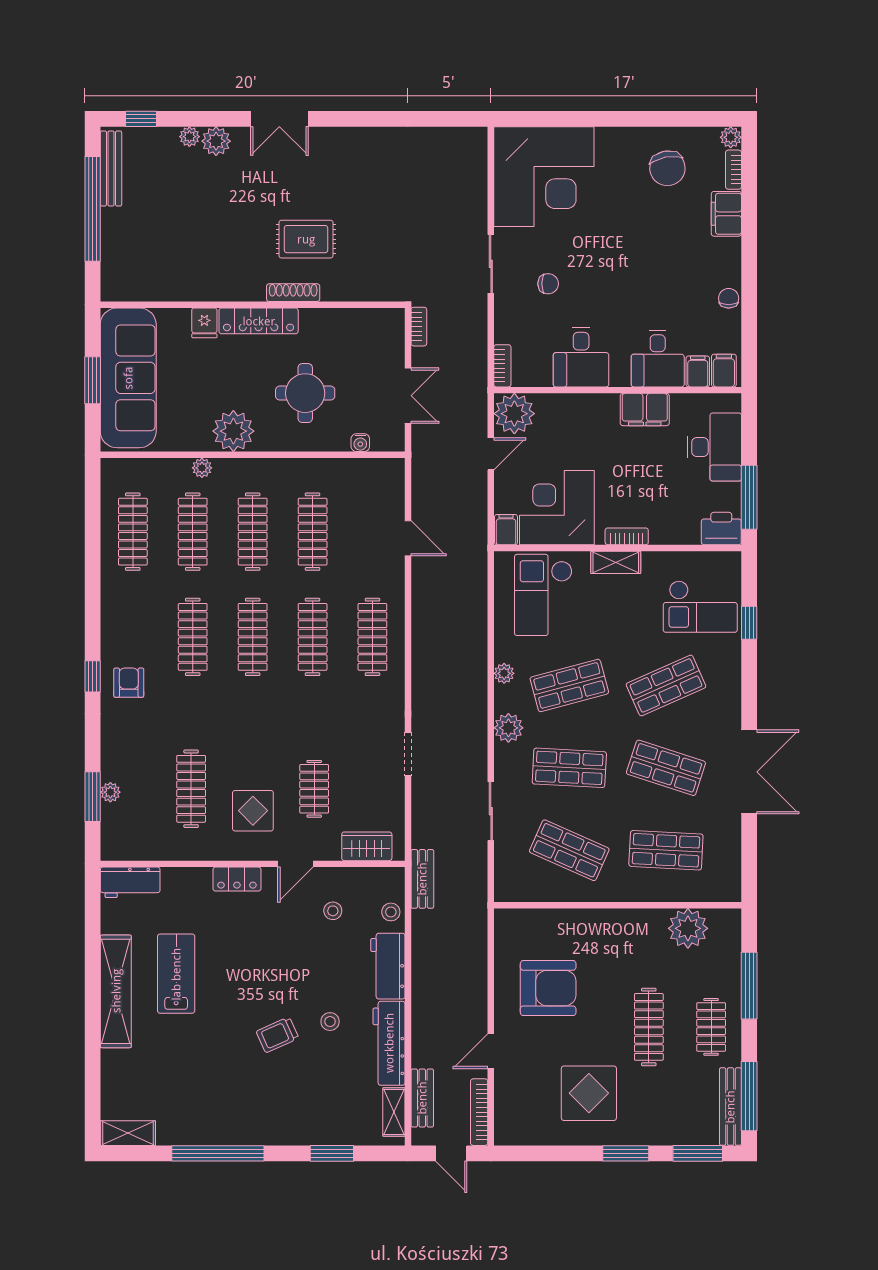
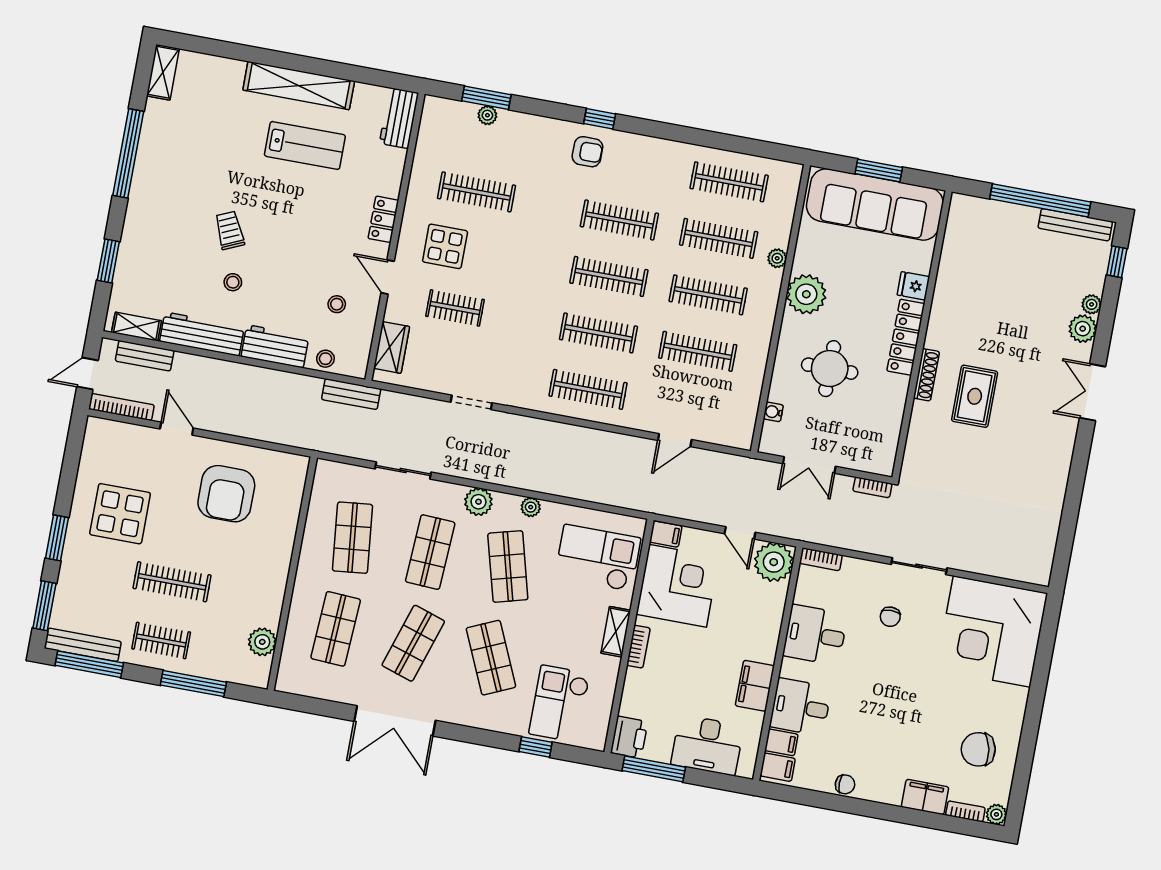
shop shelf: (569, 850) -> (353, 538), turned -30
plant: (688, 928) -> (262, 642), width x0.73, depth x0.73

